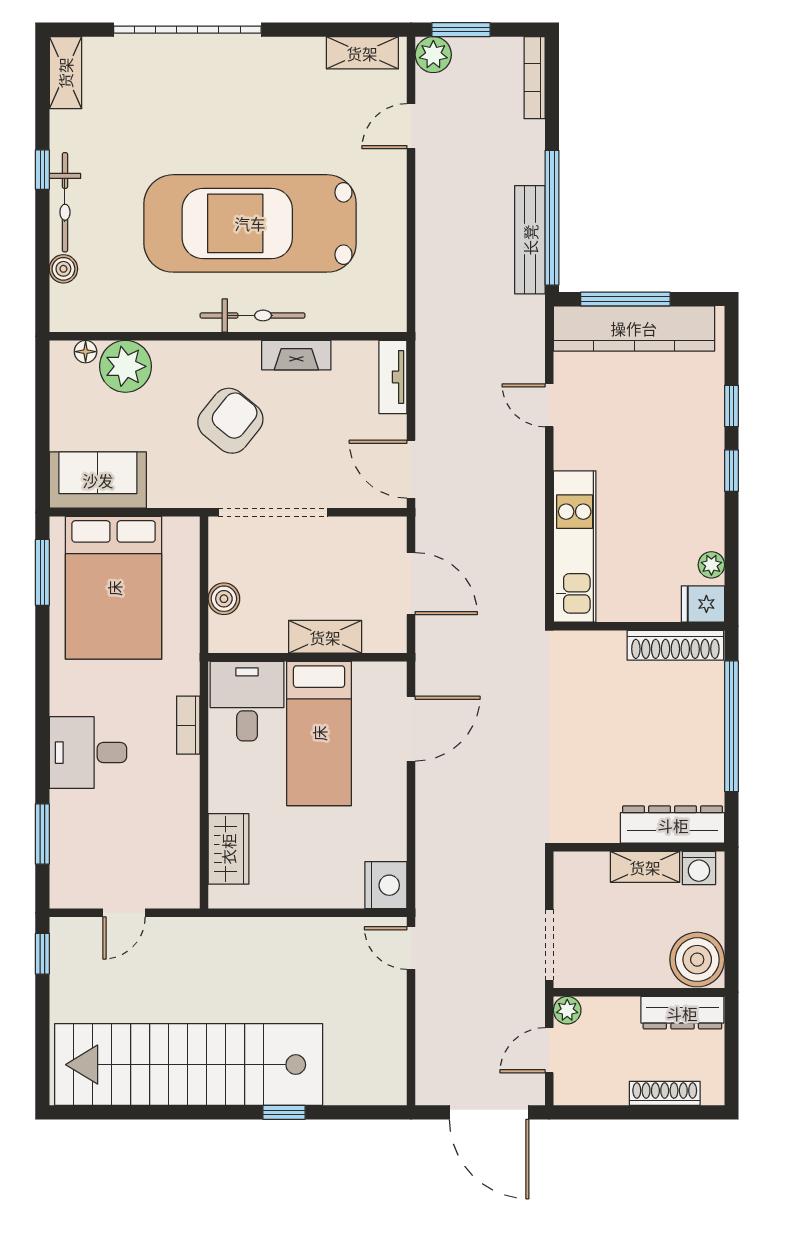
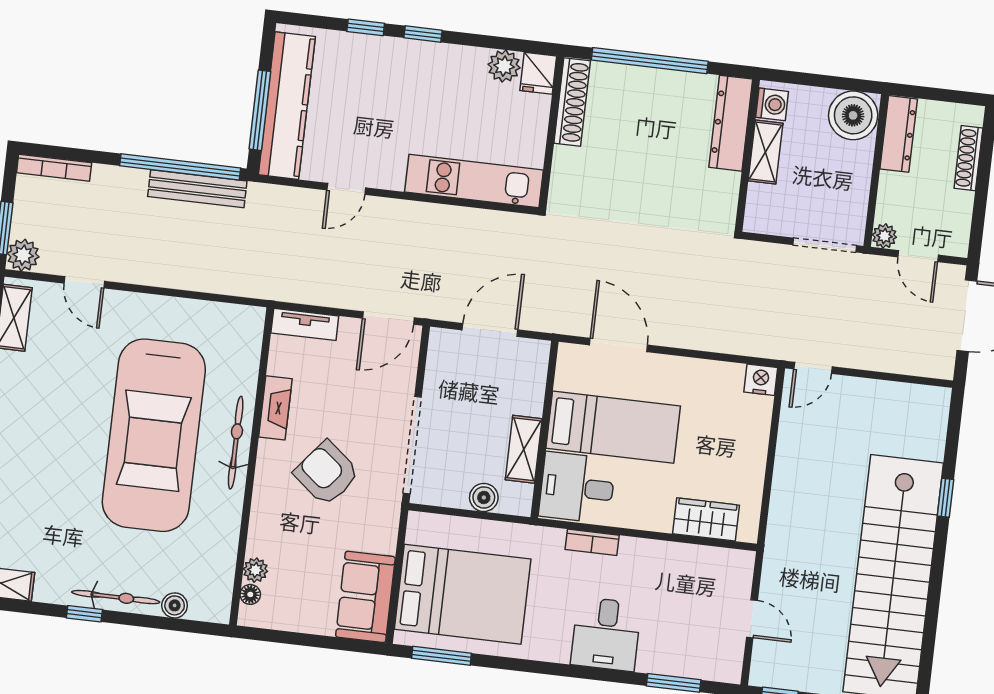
plant: (125, 366) -> (255, 570), width x0.53, depth x0.53
plant: (711, 565) -> (504, 66), width x1.38, depth x1.38
shelving: (325, 637) -> (524, 449), moved
nightstand: (386, 885) -> (761, 380), width x0.74, depth x0.75

